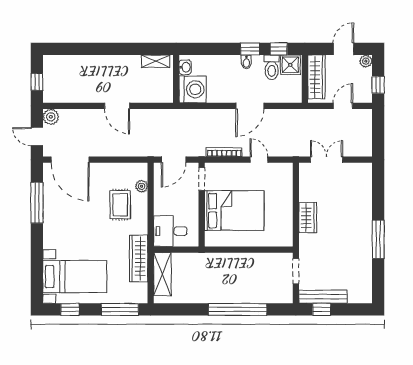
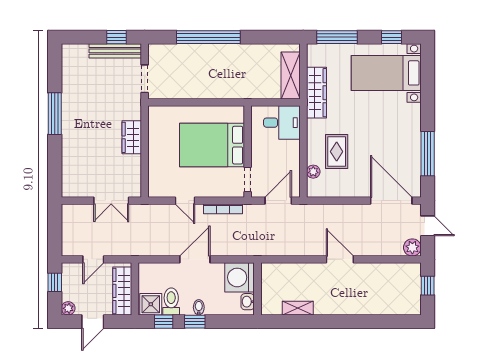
washbasin: (185, 67) -> (248, 302), moved
wall: (176, 79) -> (258, 289), moved
washing machine: (193, 89) -> (239, 277), moved

